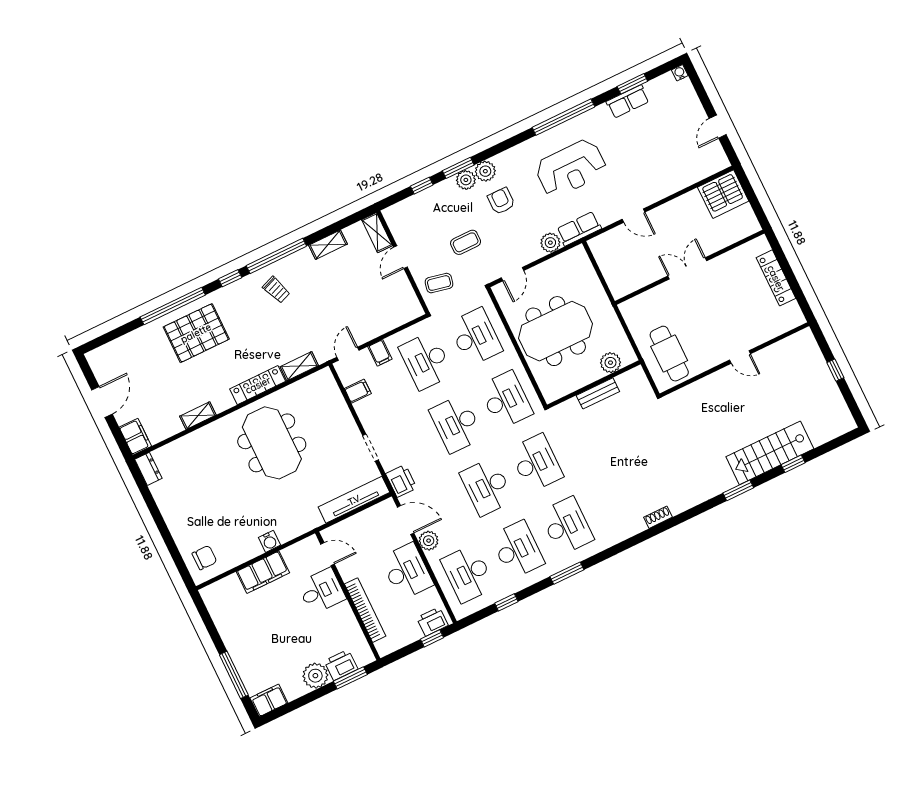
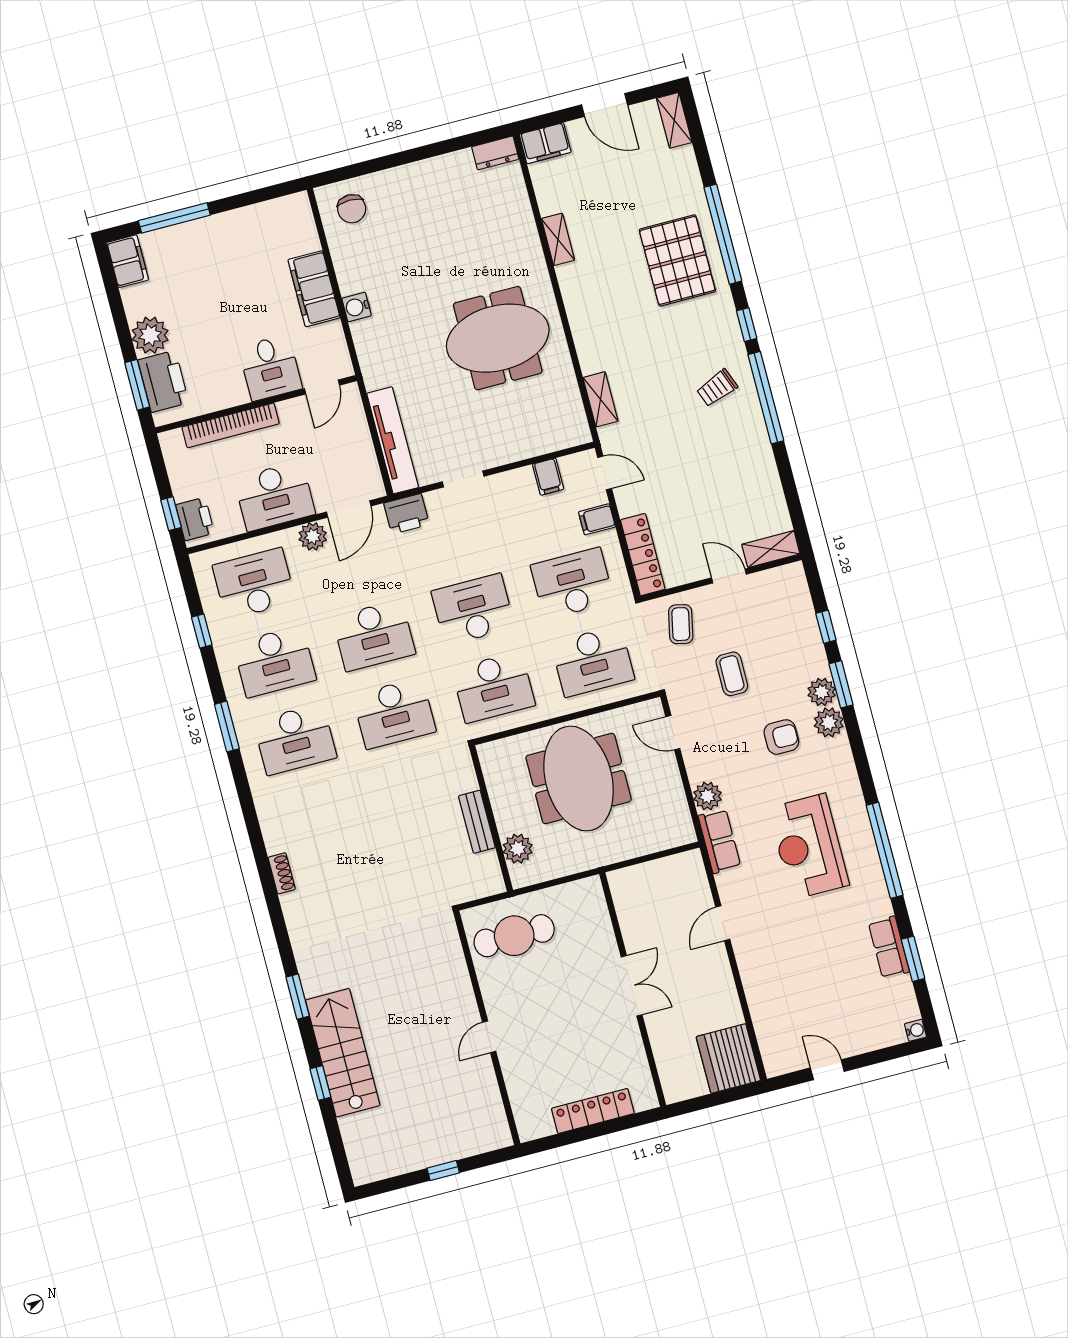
shelving: (328, 245) -> (674, 120), moved
locker: (258, 385) -> (643, 555), moved
desk: (487, 487) -> (374, 635), turned 180
printer: (341, 665) -> (163, 381), width x1.37, depth x1.19

